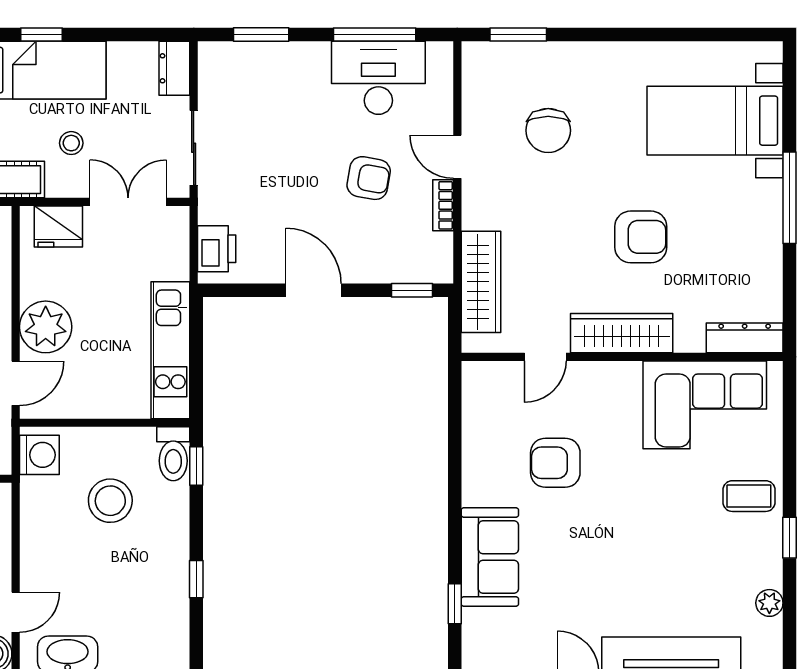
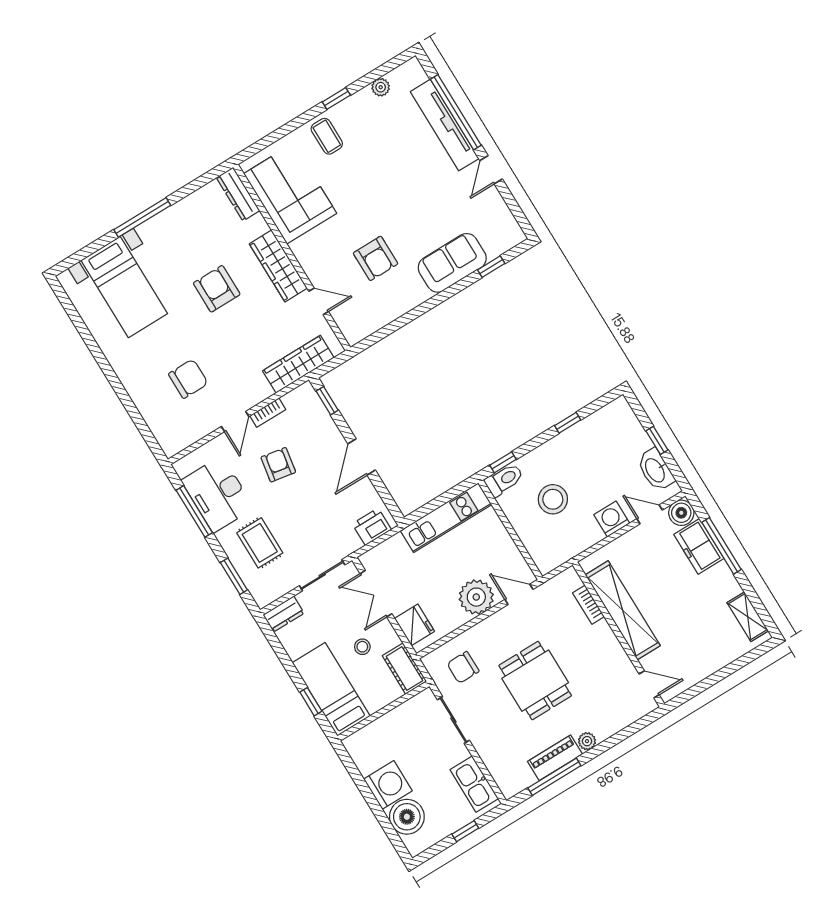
window: (518, 35) -> (144, 430), removed
rug: (283, 93) -> (260, 543), added
washing machine: (39, 455) -> (612, 519), moved

